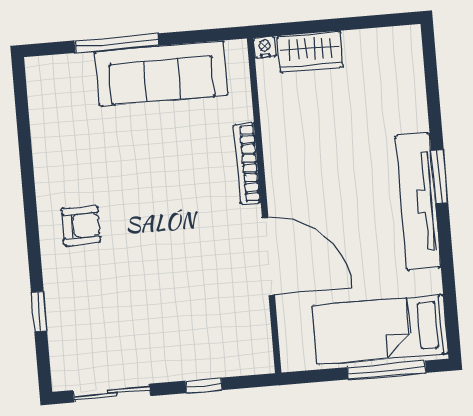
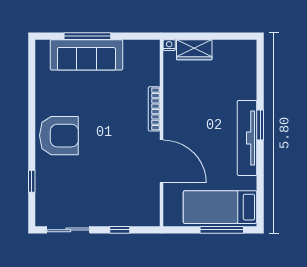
sofa: (161, 73) -> (86, 55), moved
armchair: (81, 226) -> (59, 136), width x1.88, depth x1.88

